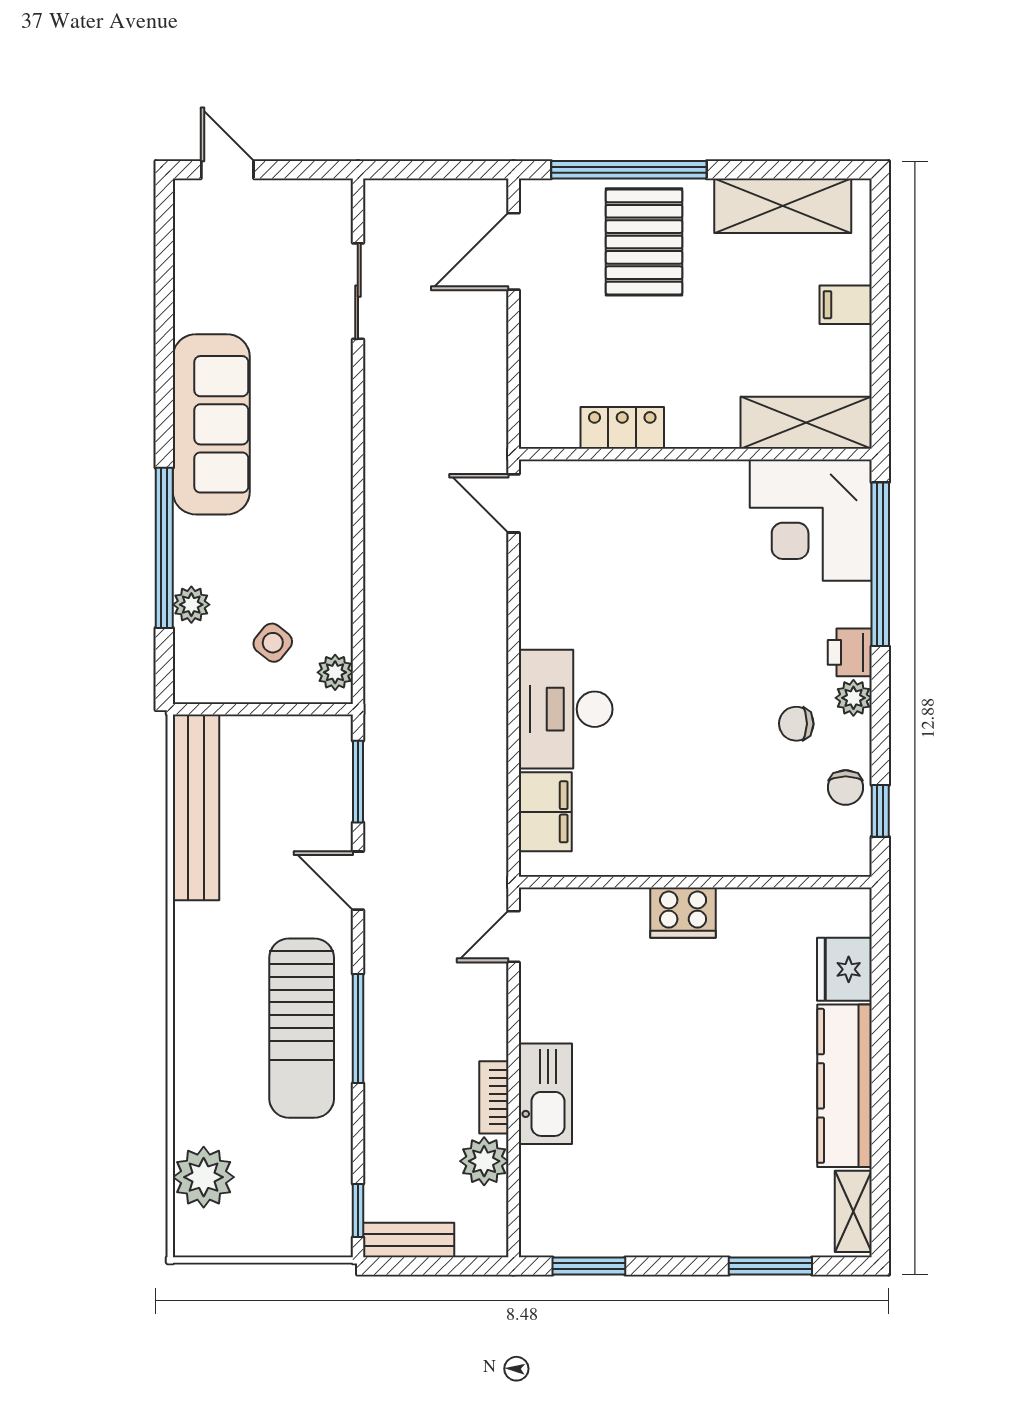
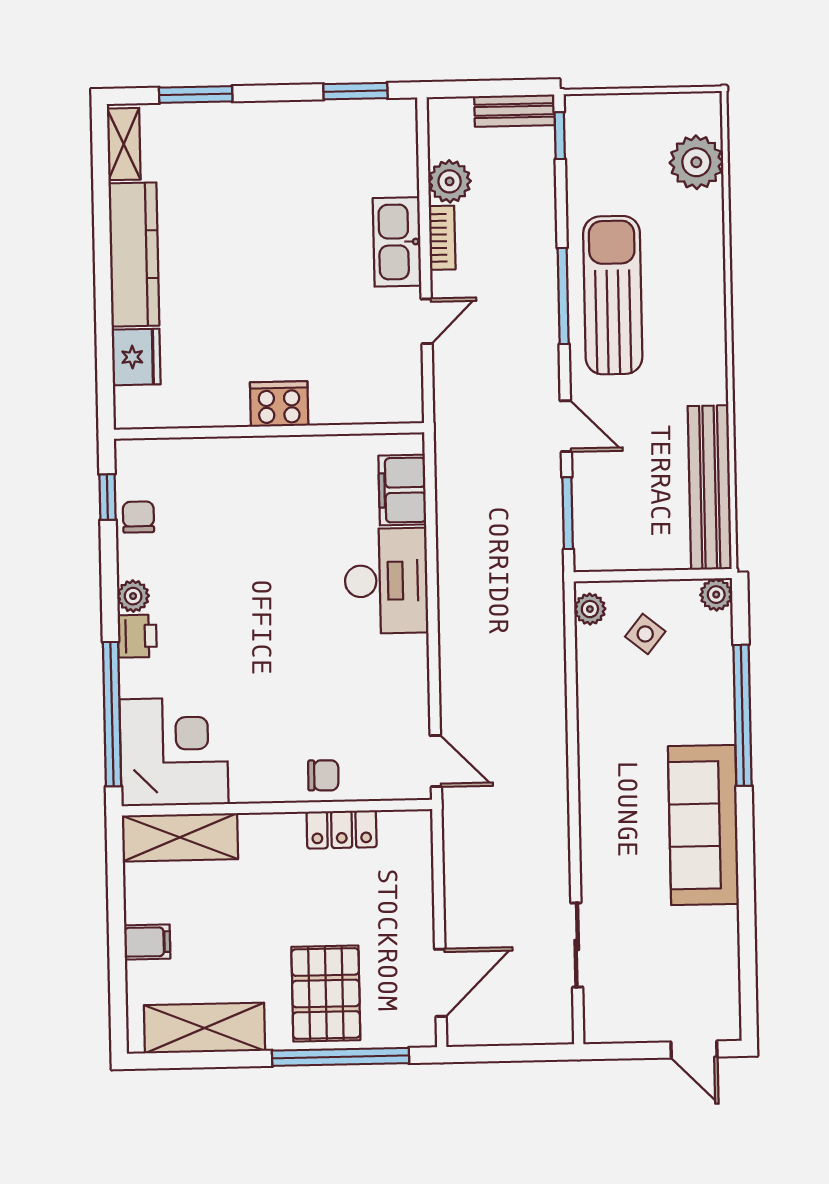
plant: (191, 605) -> (716, 595), moved
chair: (796, 724) -> (323, 775), moved
door: (514, 936) -> (427, 321), moved

